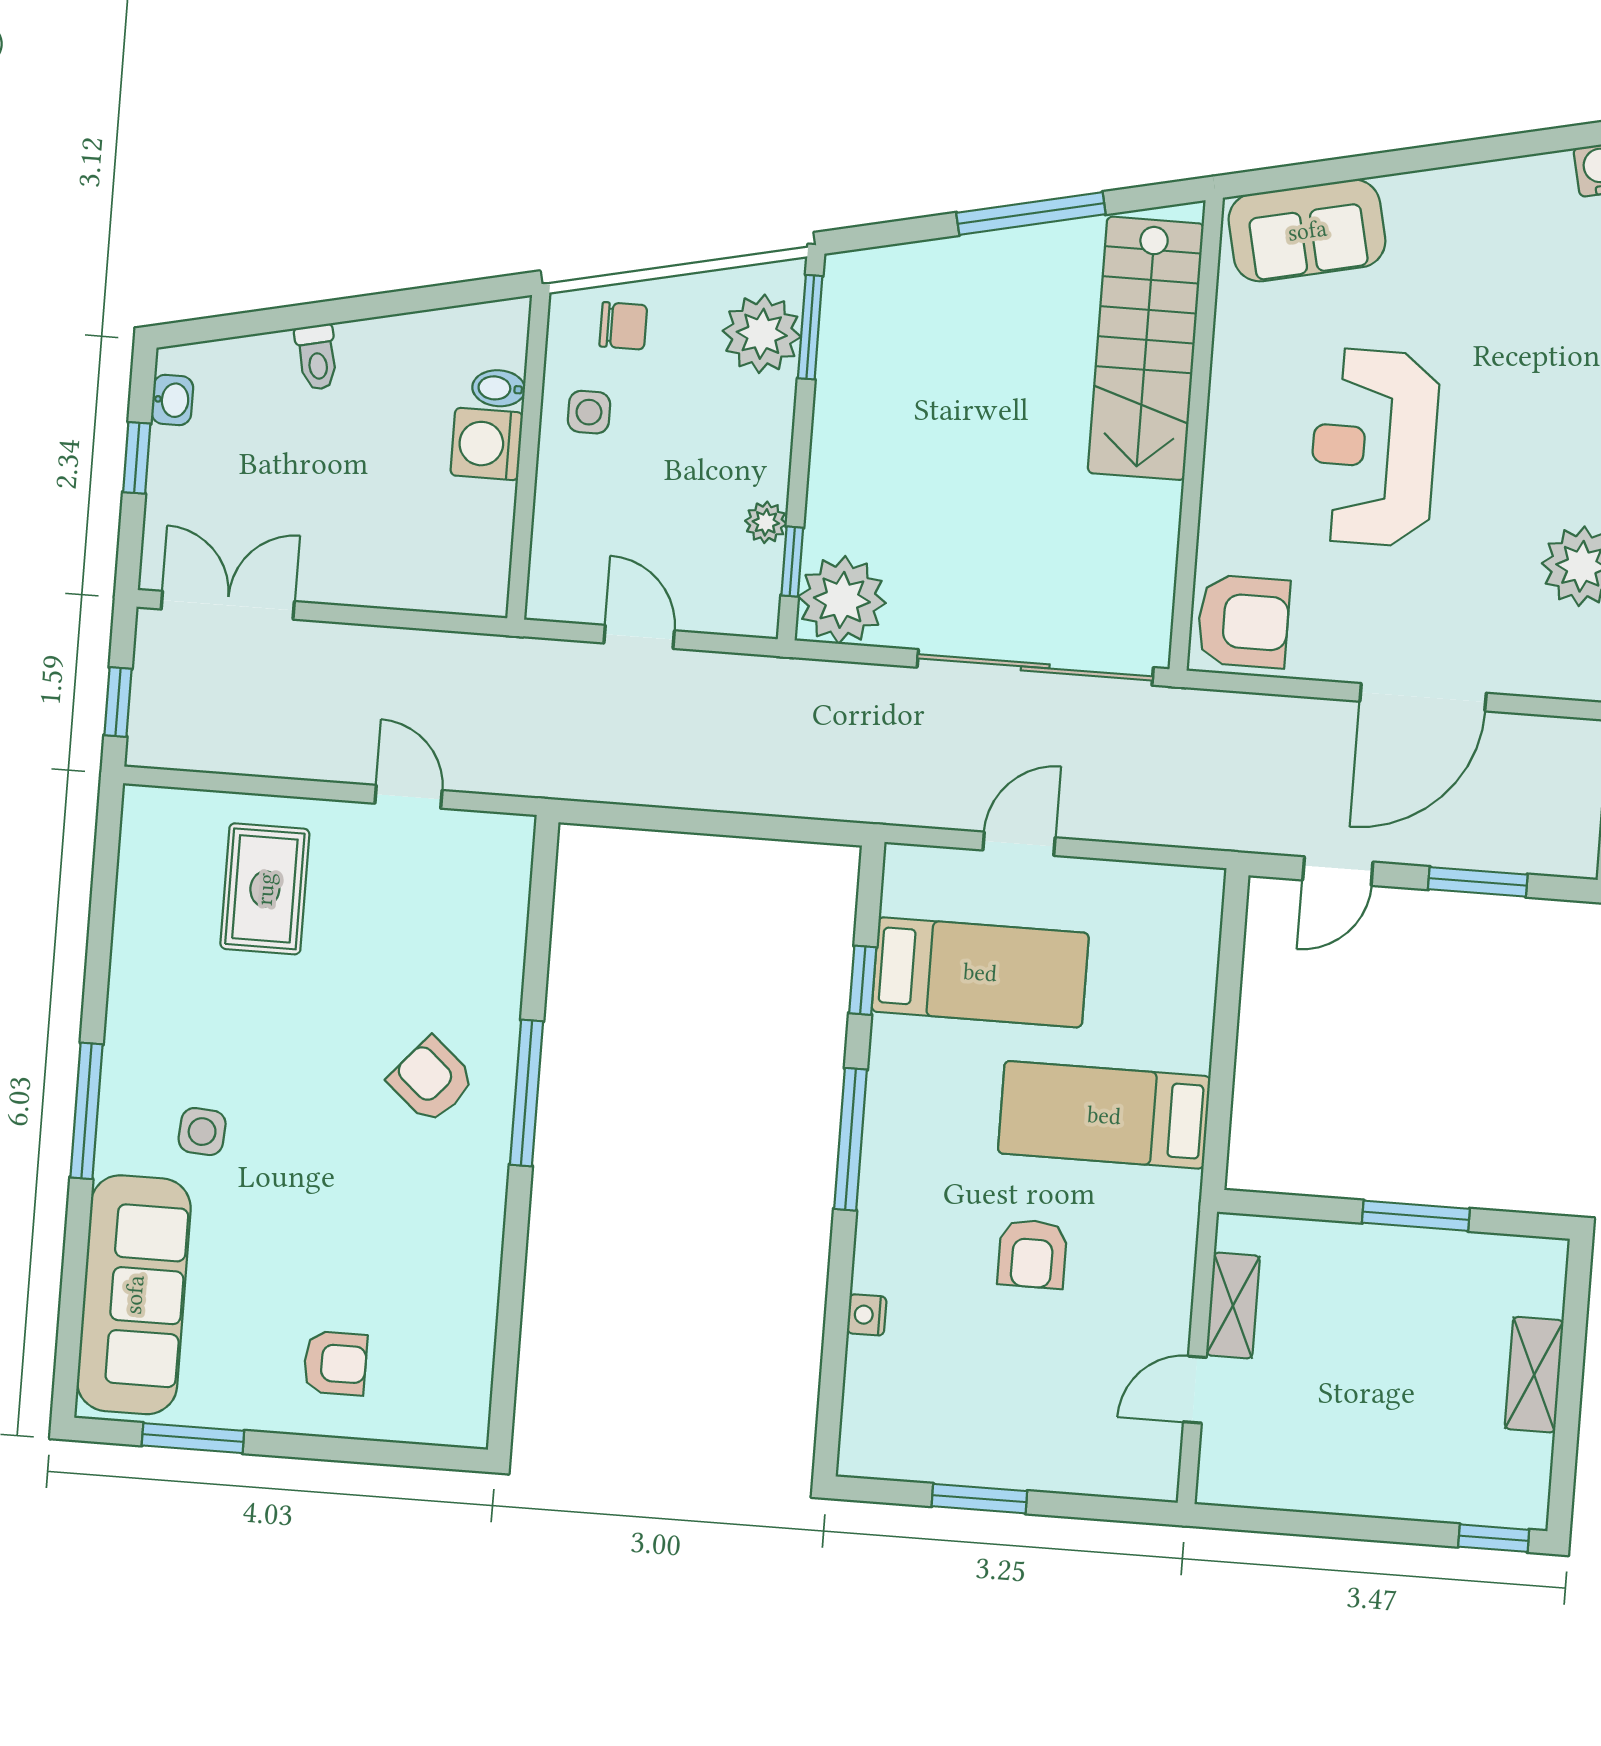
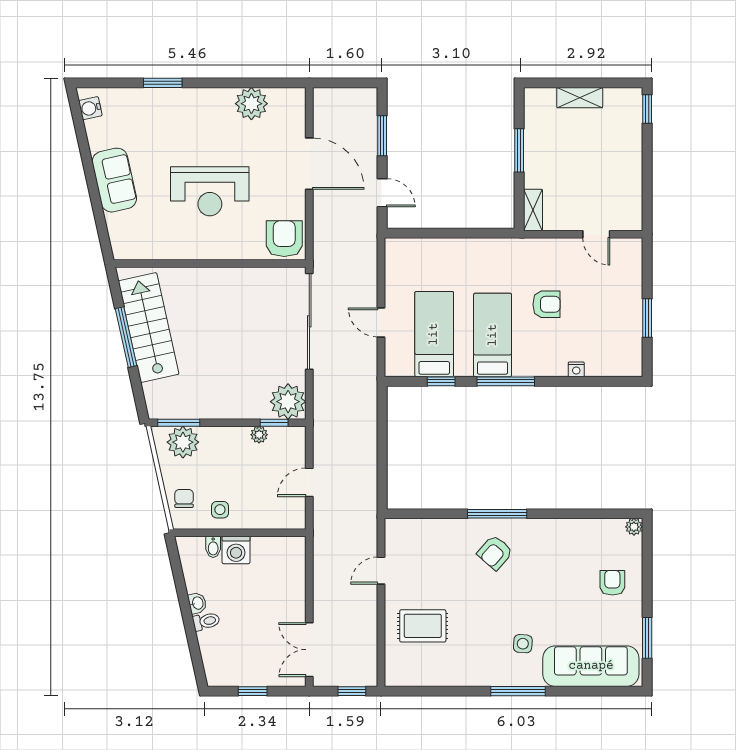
sofa: (1307, 230) -> (114, 180), moved
stairs: (1146, 348) -> (149, 328), moved, turned -102
washbasin: (172, 400) -> (197, 603), moved, turned 78
bed: (1104, 1115) -> (493, 335), moved, turned 180
shelving: (1233, 1305) -> (533, 210), moved, turned 90
plant: (469, 1427) -> (634, 527), added

